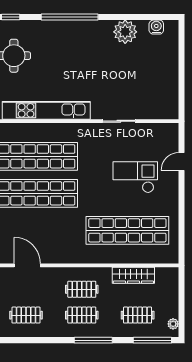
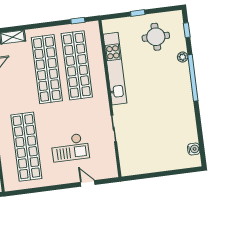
plant: (125, 32) -> (183, 57), moved, width x0.53, depth x0.53
checkout: (135, 177) -> (70, 147), turned 90

